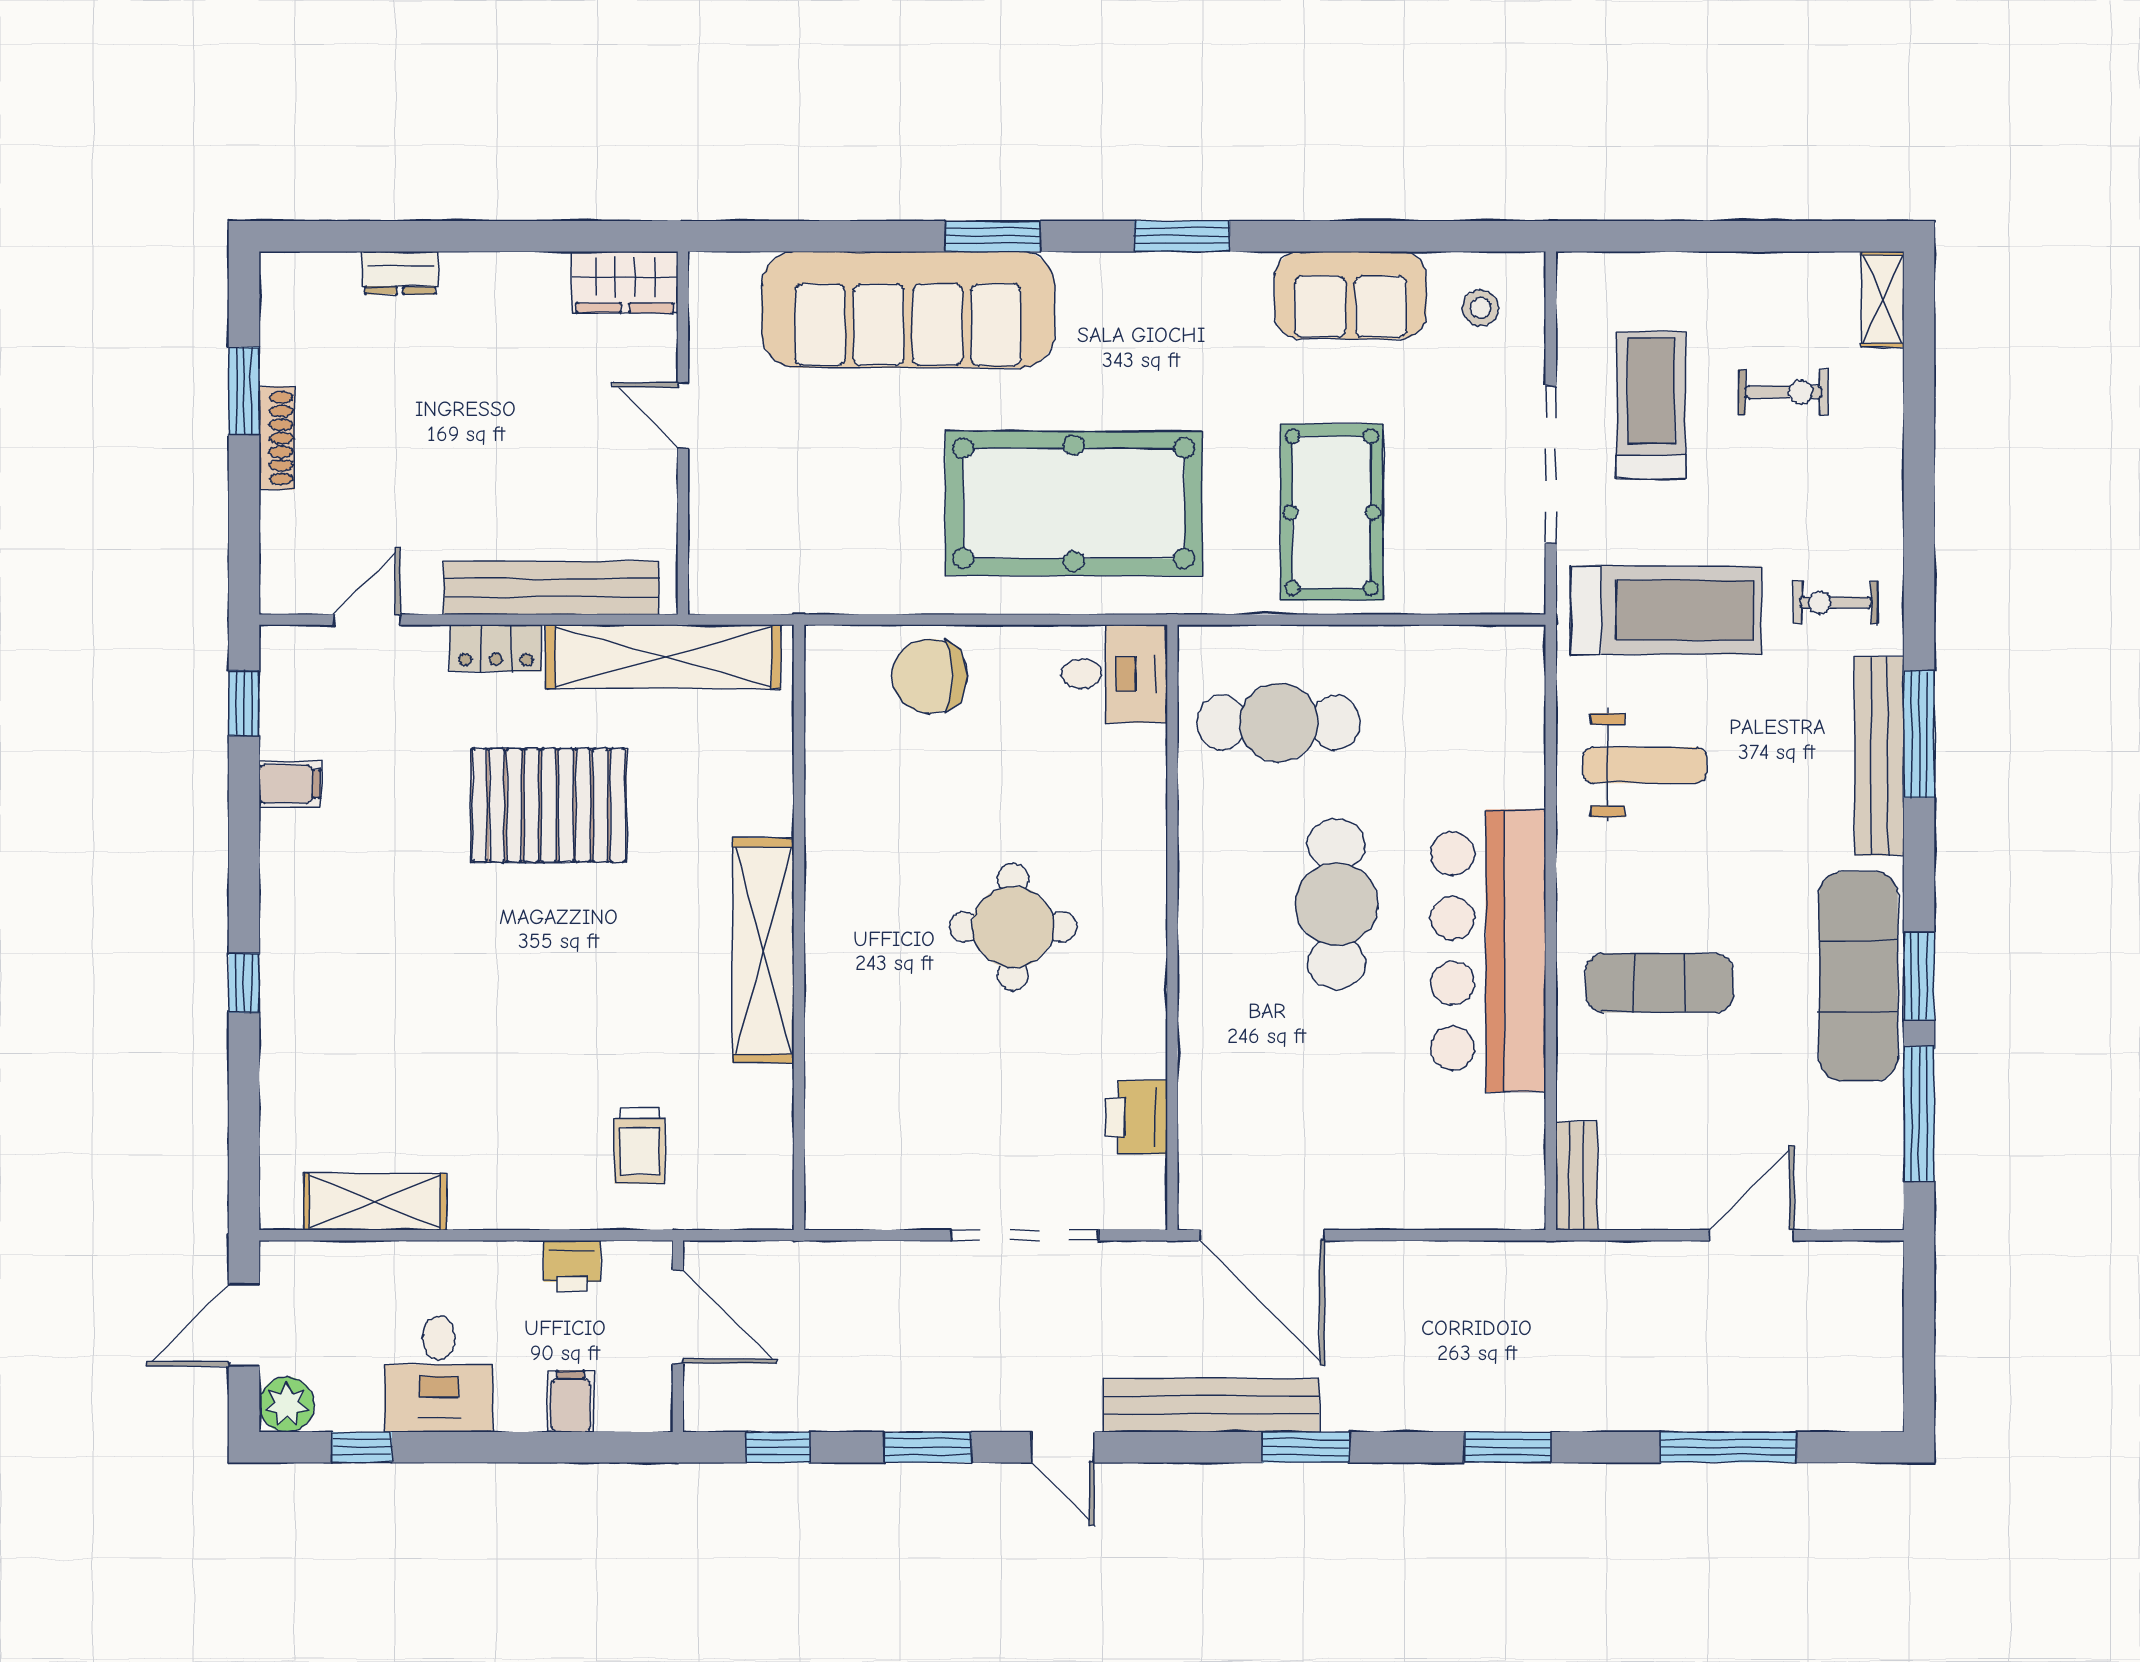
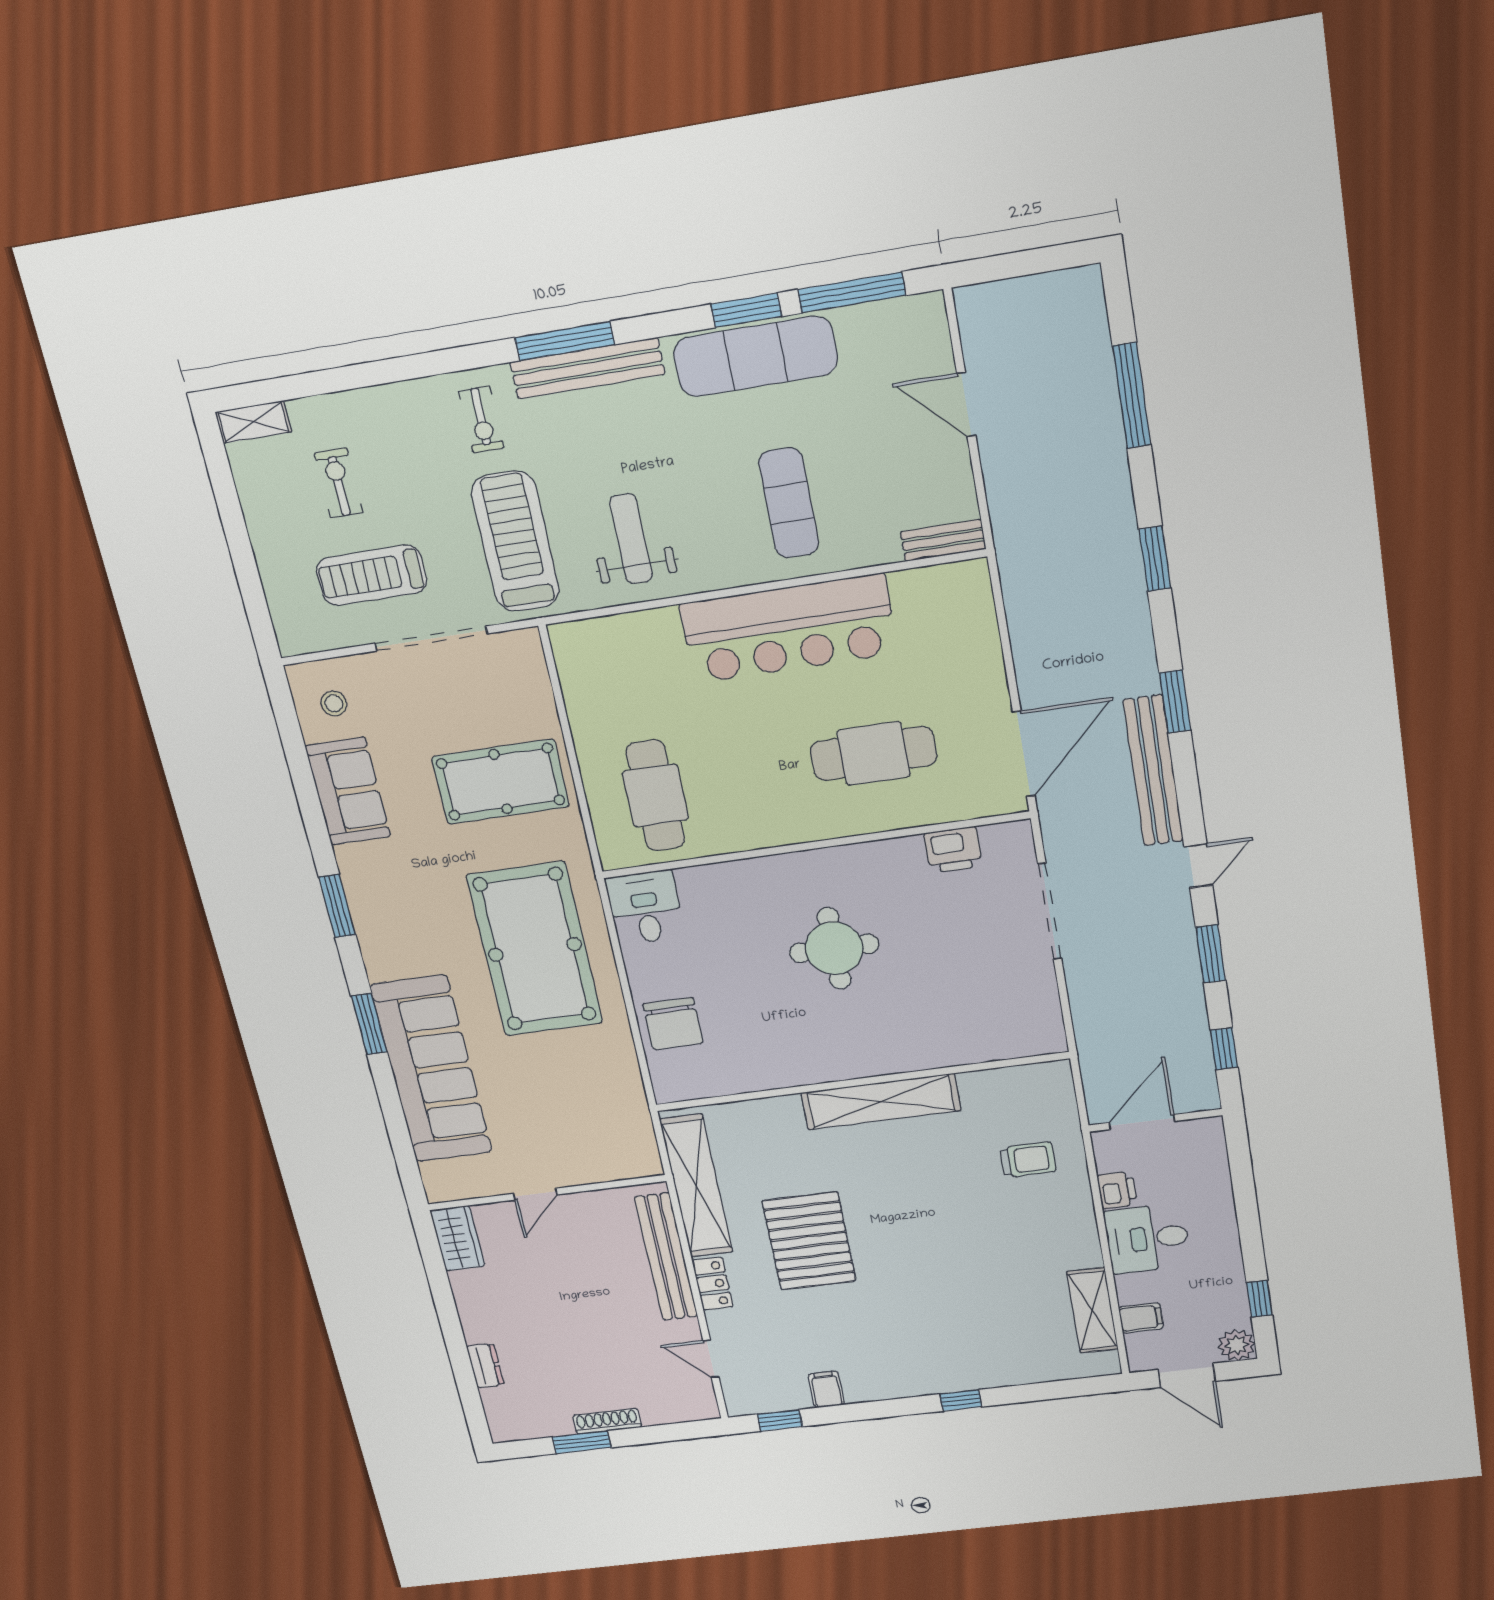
cafe table: (1336, 904) -> (874, 753), moved
desk: (439, 1374) -> (1147, 1239), moved, turned 180
filing cabinet: (571, 1401) -> (1141, 1318), moved, turned 180

